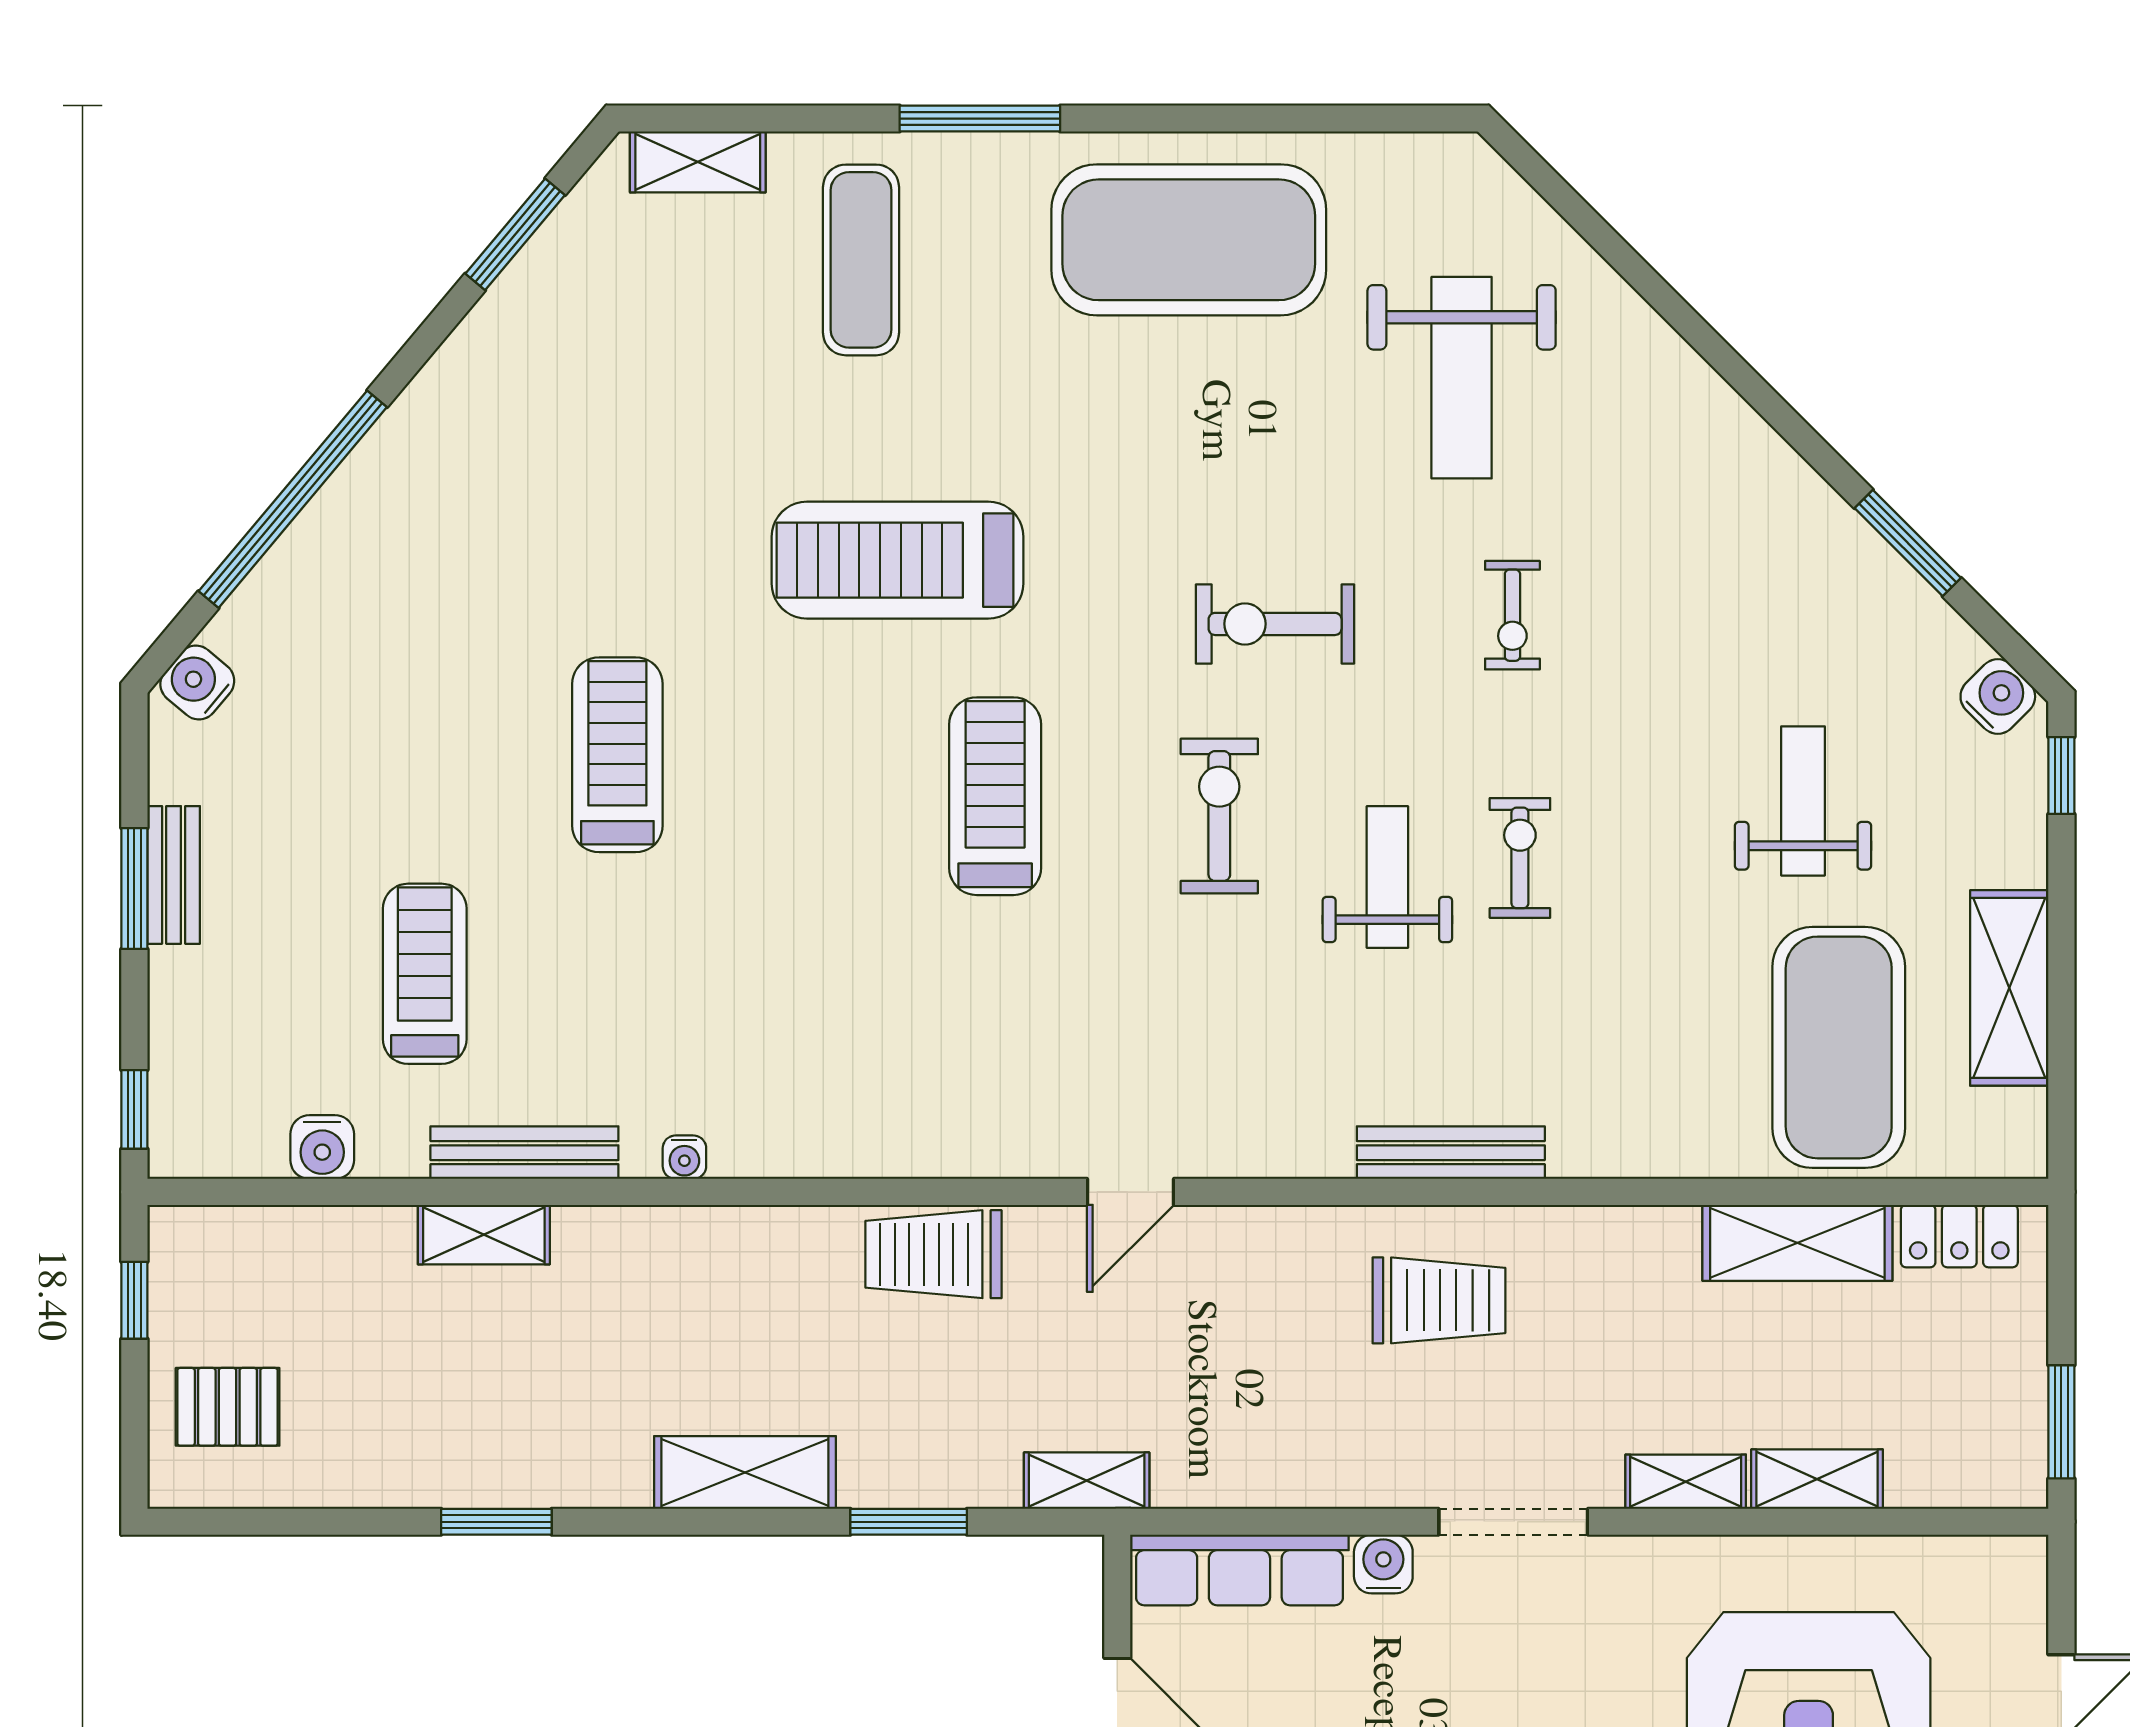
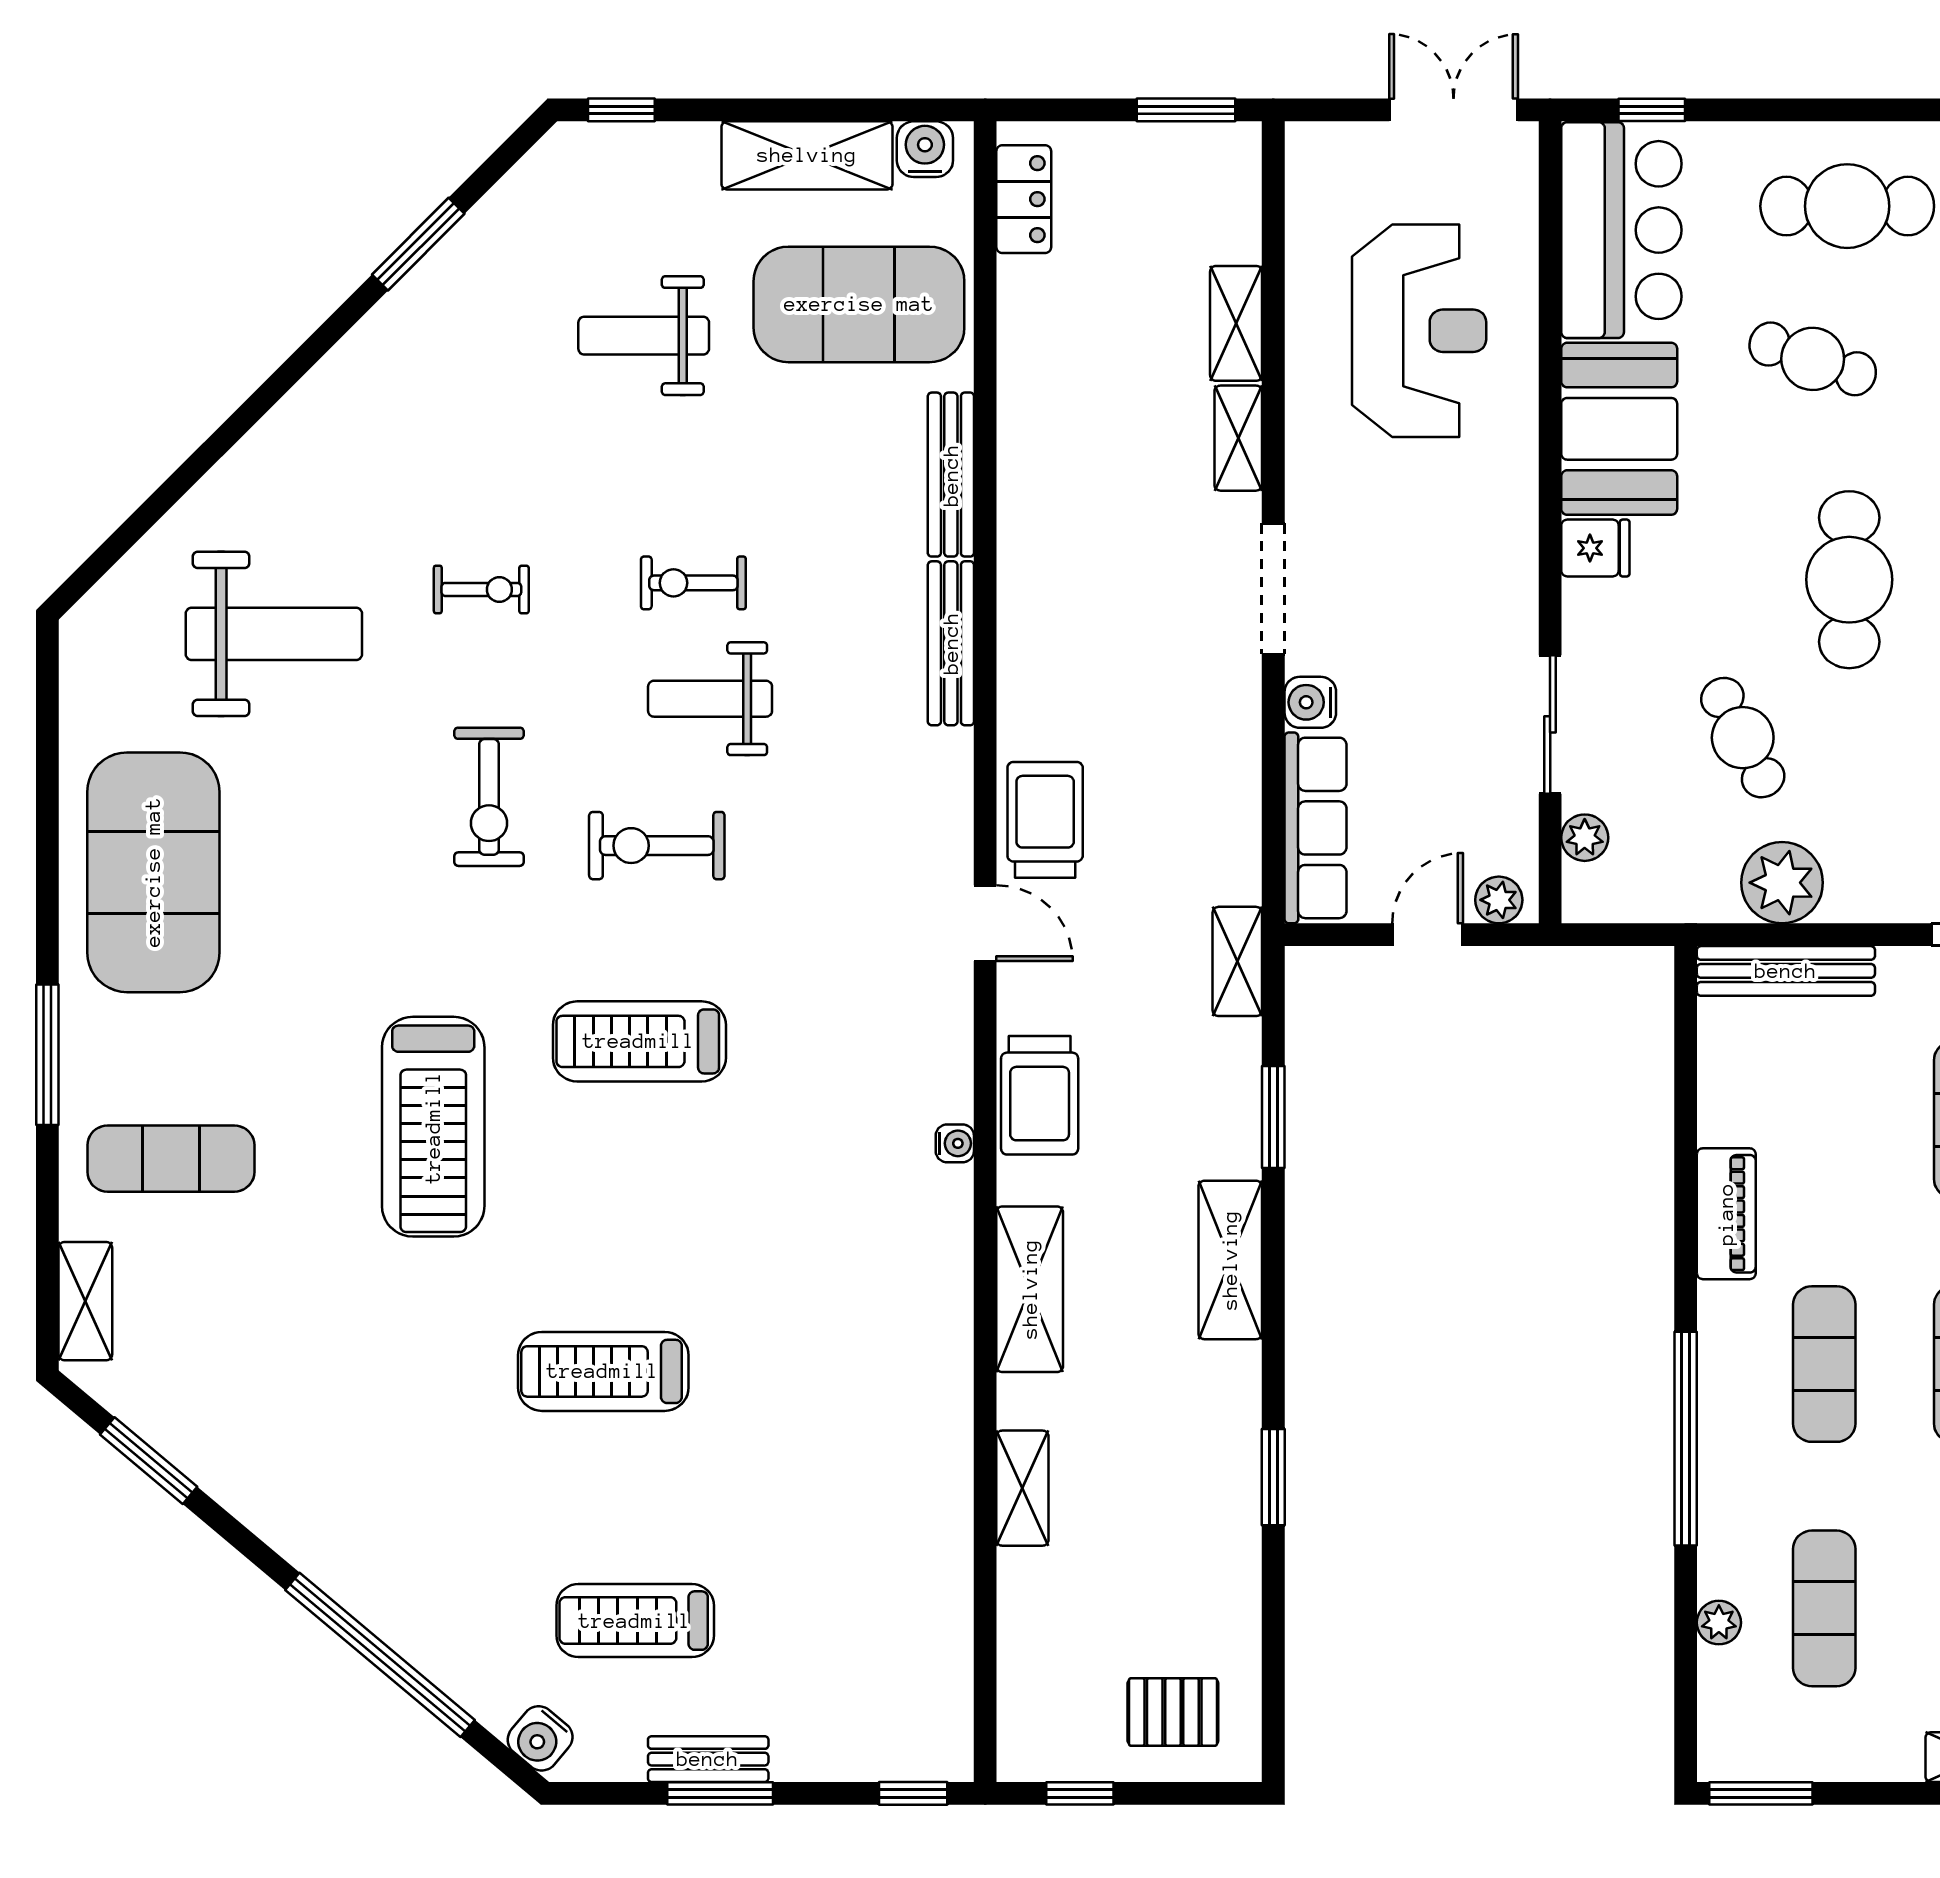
water cooler: (1998, 697) -> (925, 149), moved, turned 45
treadmill: (425, 974) -> (635, 1621), moved
water cooler: (322, 1147) -> (946, 1629), removed
bench: (524, 1153) -> (951, 475), moved
water cooler: (684, 1157) -> (955, 1143), moved
shelving: (1797, 1243) -> (1030, 1289), moved
trolley: (1439, 1300) -> (1045, 820), moved
pallet: (228, 1407) -> (1173, 1712), turned 90

